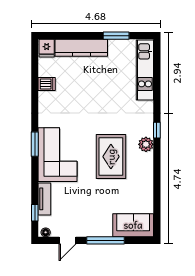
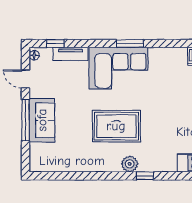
sofa: (133, 225) -> (42, 120), moved

